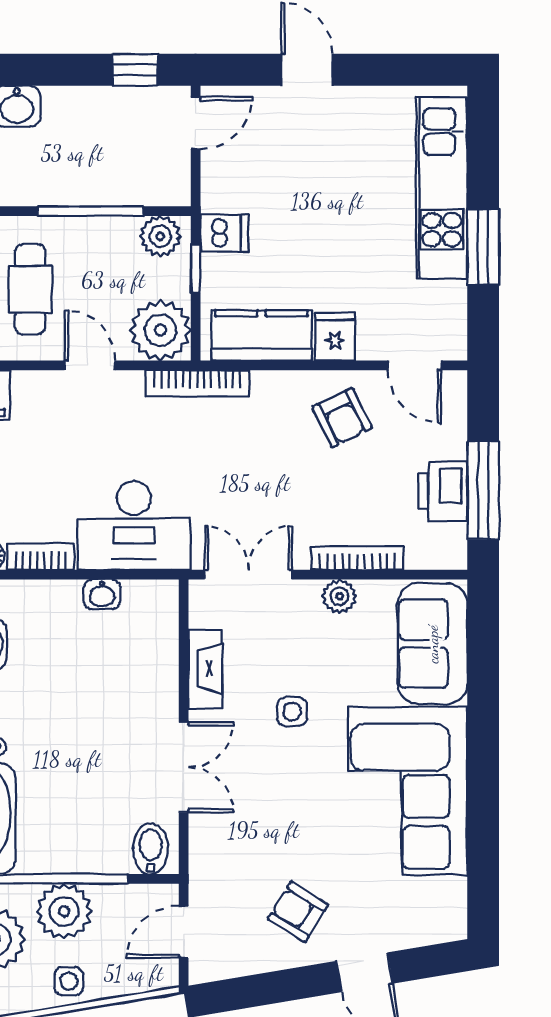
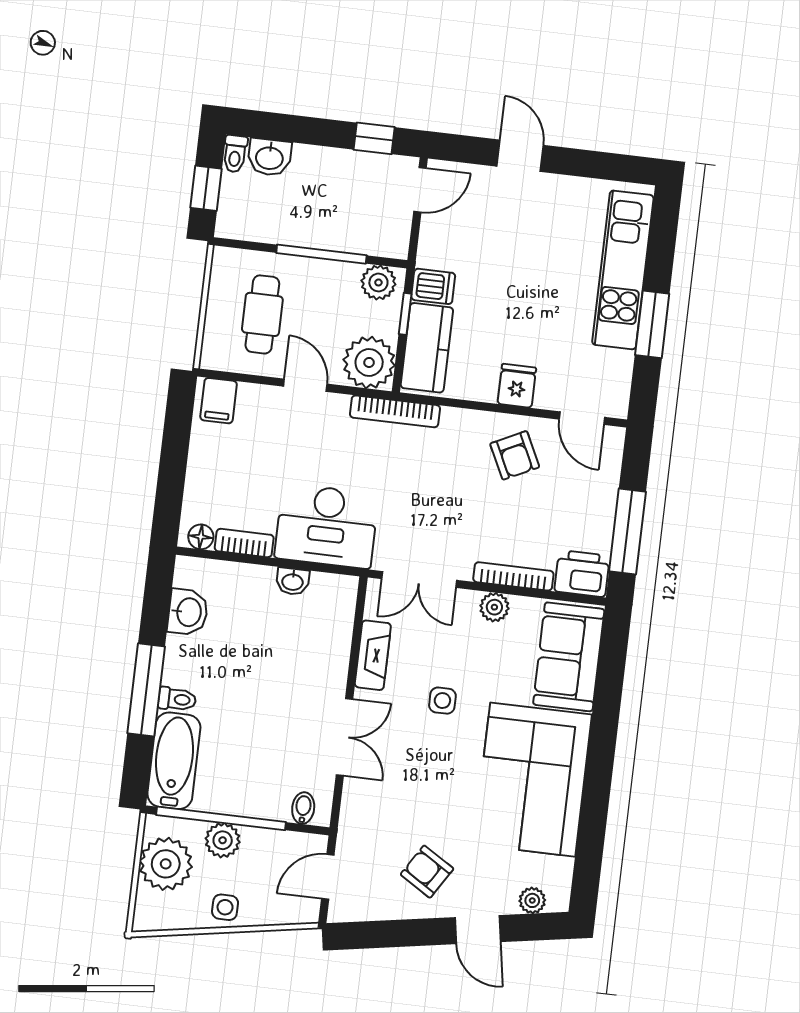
kitchen counter: (262, 335) -> (427, 348), moved, turned 90
printer: (443, 491) -> (582, 574), moved, turned 90
double door: (248, 575) -> (419, 580), swing flipped
bidet: (151, 849) -> (303, 808), width x0.72, depth x0.74
plant: (64, 911) -> (223, 840), width x0.73, depth x0.73
plant: (424, 931) -> (532, 900), added

